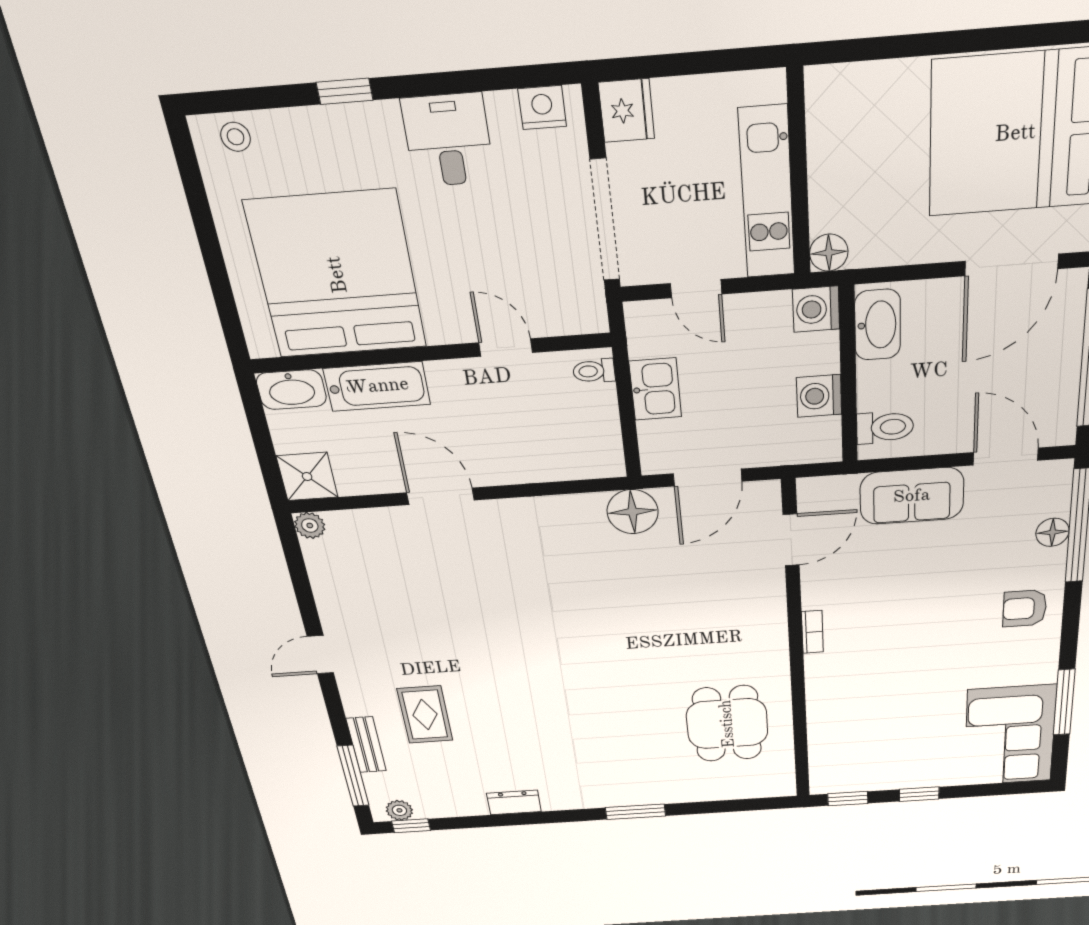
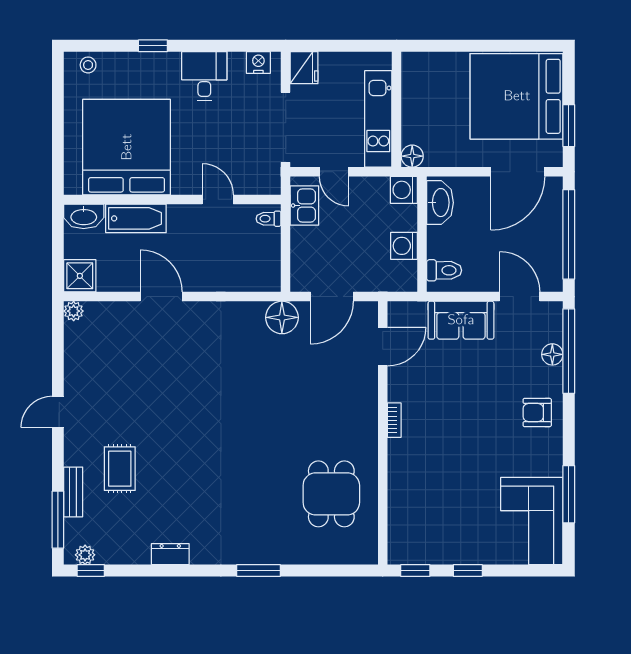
kitchen sink: (655, 389) -> (304, 206), moved

